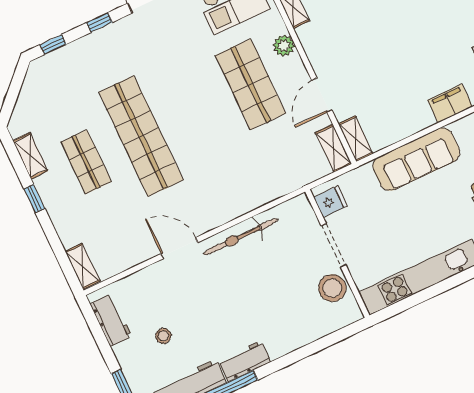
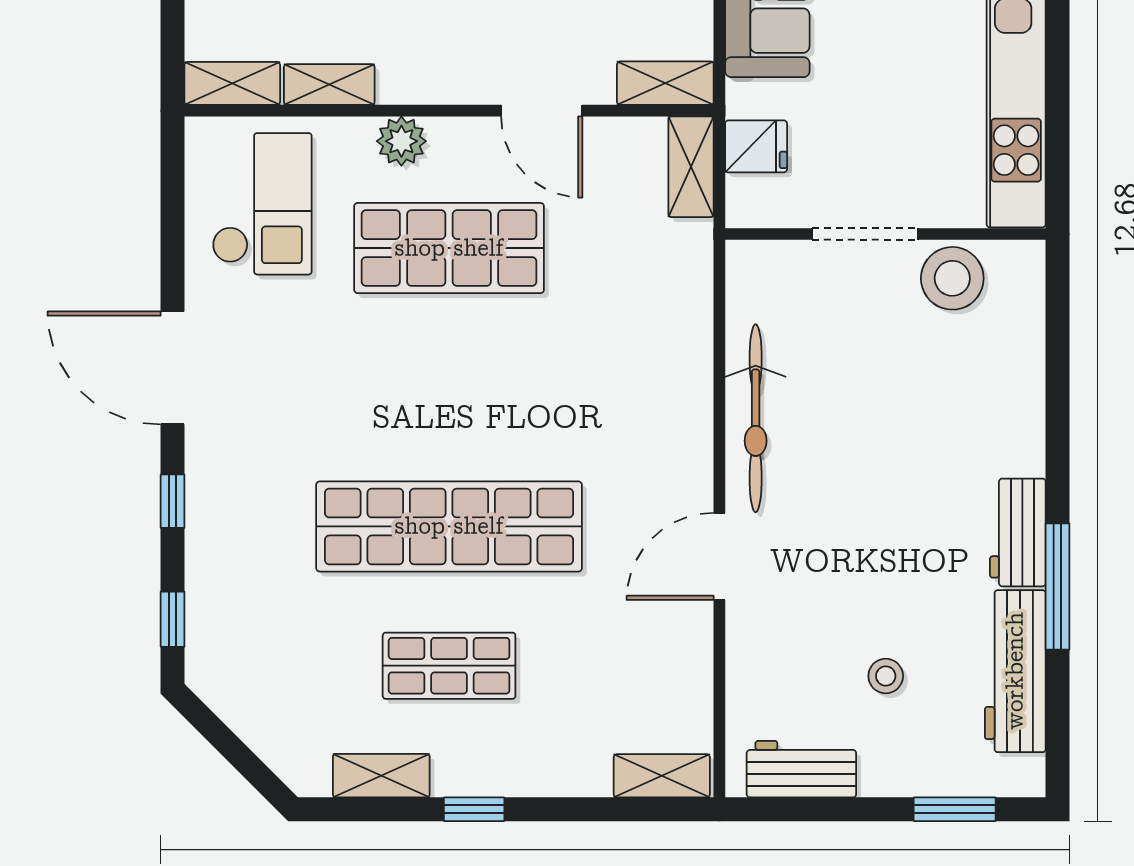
shelving: (333, 148) -> (691, 167), moved, turned 90
fridge: (330, 202) -> (756, 146), moved, turned 90

